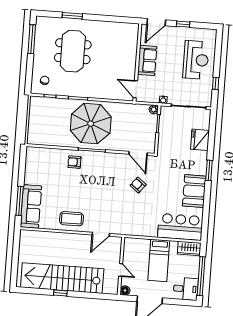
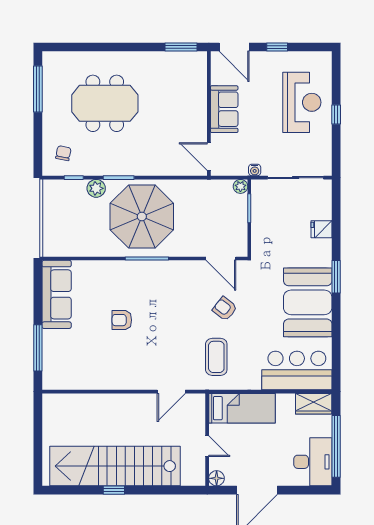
window: (72, 16) -> (181, 47), moved
door: (156, 22) -> (234, 47), hinge flipped
meeting table: (73, 51) -> (105, 103), turned 90
window: (216, 83) -> (336, 114), moved
plant: (63, 104) -> (96, 188), added
fridge: (200, 140) -> (322, 229), width x0.53, depth x0.75
armchair: (74, 162) -> (122, 320), moved
booth: (194, 191) -> (308, 302), width x1.36, depth x1.42
sofa: (31, 206) -> (57, 294), moved
coffee table: (71, 219) -> (216, 357), moved, turned 90
bed: (159, 260) -> (242, 408), moved, turned -90
desk: (186, 289) -> (313, 462), width x1.37

